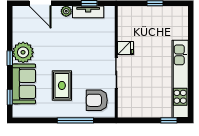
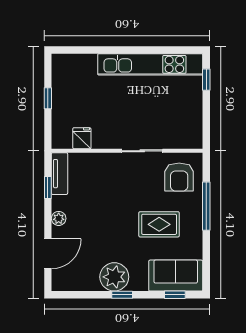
tv unit: (88, 12) -> (59, 174), moved
fridge: (125, 48) -> (82, 138), moved
sofa: (24, 84) -> (176, 276), moved

